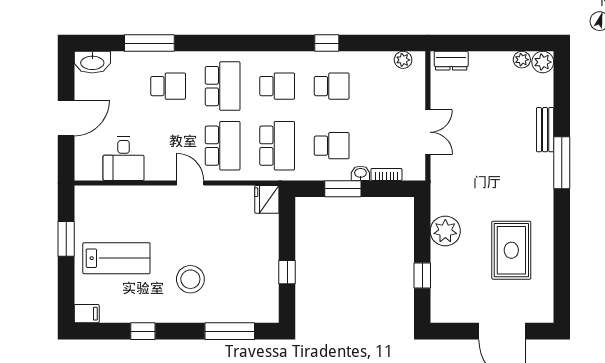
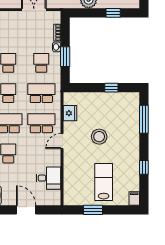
fridge: (267, 199) -> (70, 113), moved, turned -90
stool: (190, 279) -> (99, 137), moved

